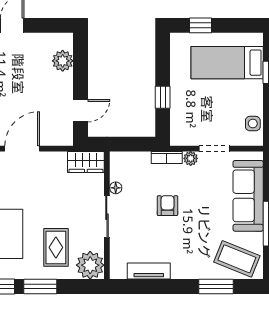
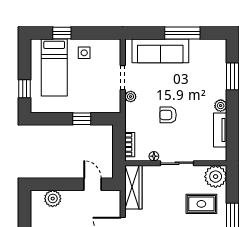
side table: (253, 124) -> (84, 53), moved
bookcase: (167, 157) -> (130, 145), moved
wardrobe: (86, 162) -> (133, 187), width x1.50
coffee table: (237, 259) -> (210, 60), removed
plant: (179, 272) -> (221, 106), added

